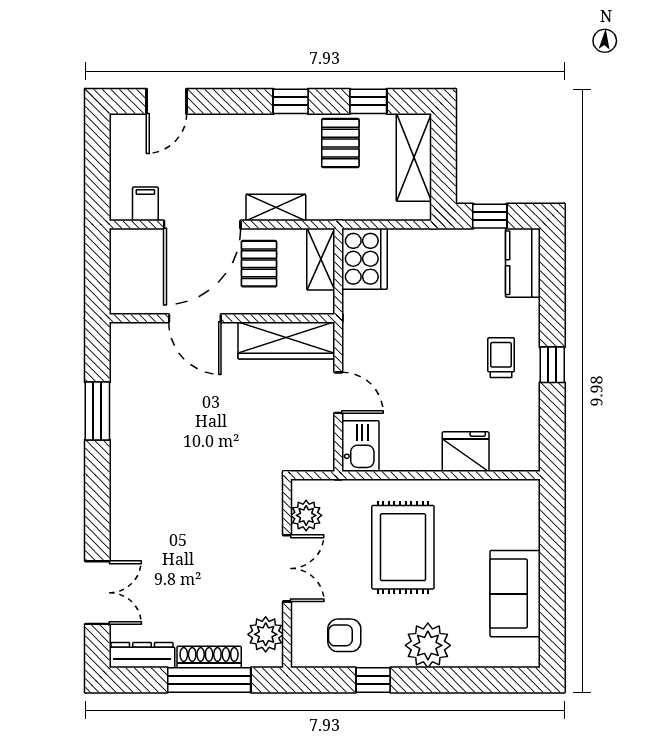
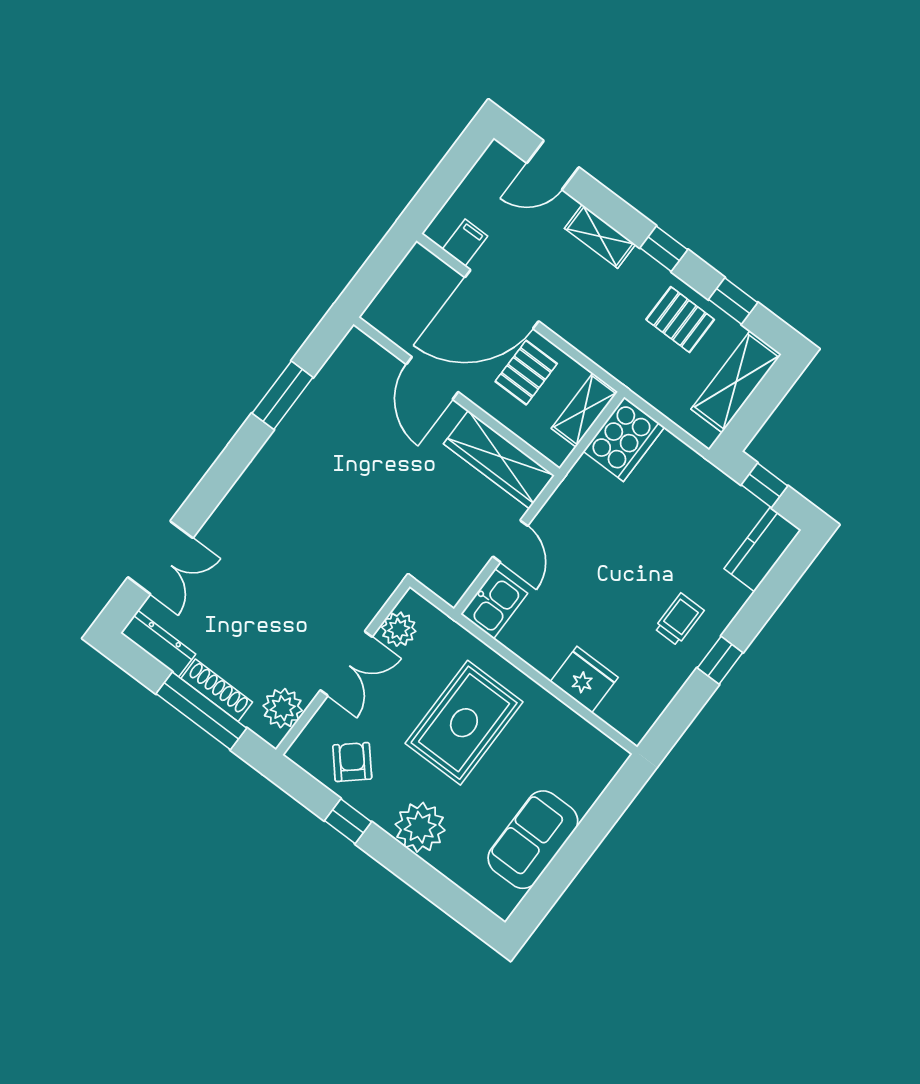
pallet: (340, 143) -> (680, 320), turned 90
shelving: (276, 208) -> (600, 236), moved
armchair: (344, 635) -> (352, 762), turned 49

